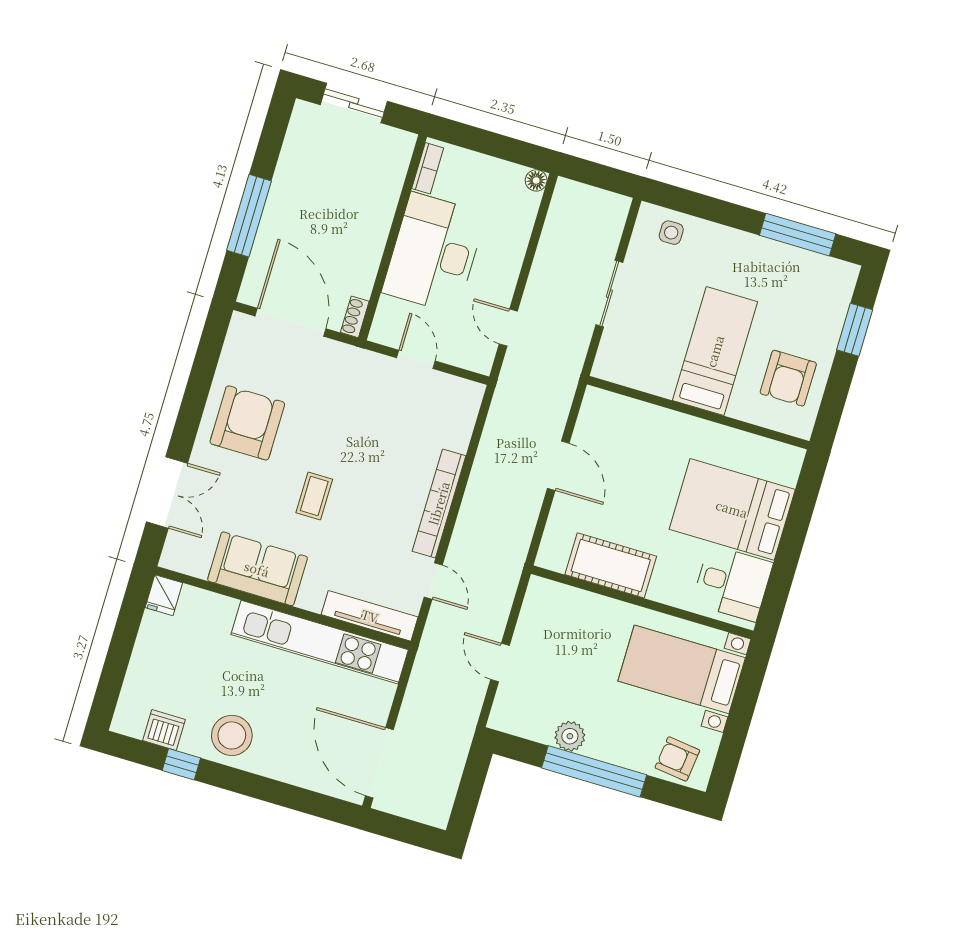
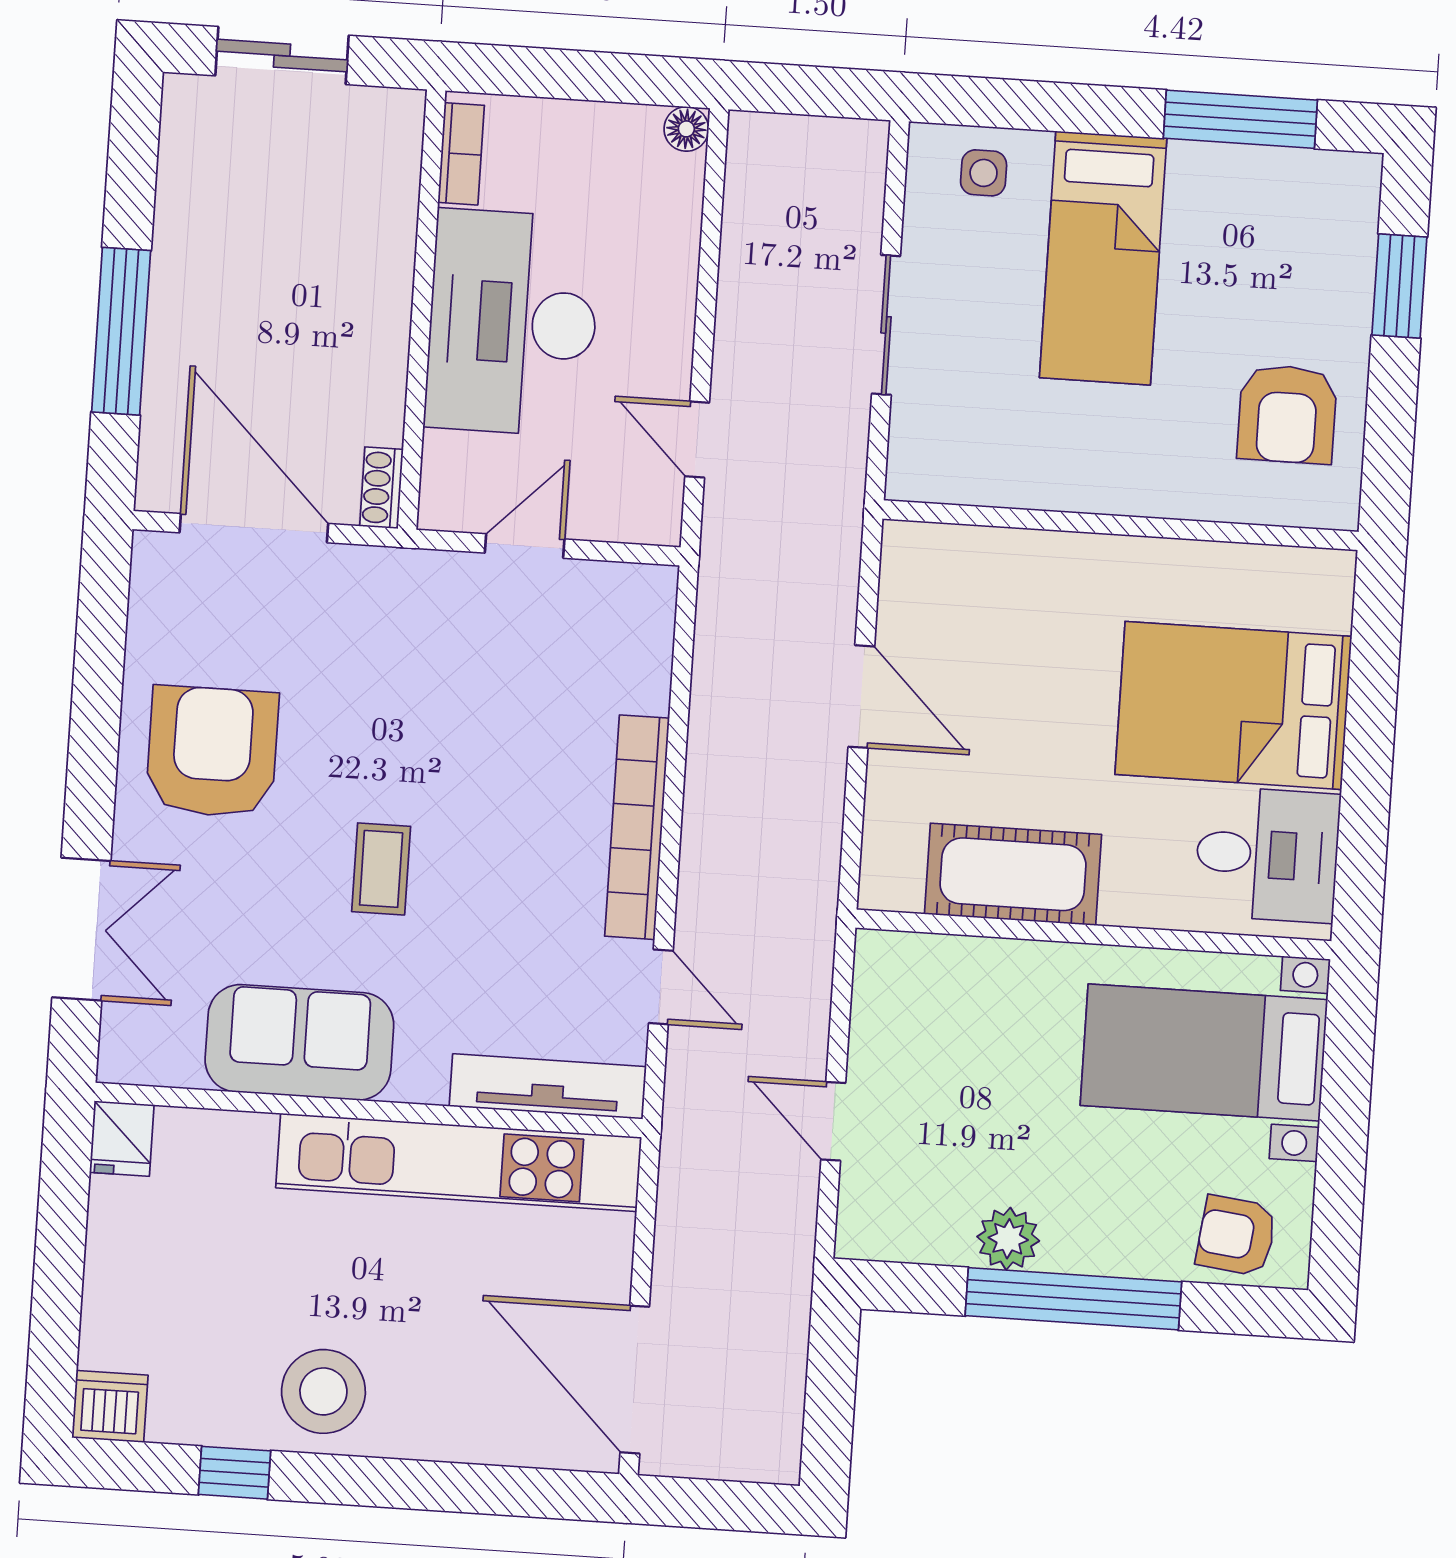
bed: (715, 351) -> (1103, 258), moved, turned 180
door: (416, 359) -> (525, 546), hinge flipped
dishwasher: (164, 730) -> (110, 1406), moved

